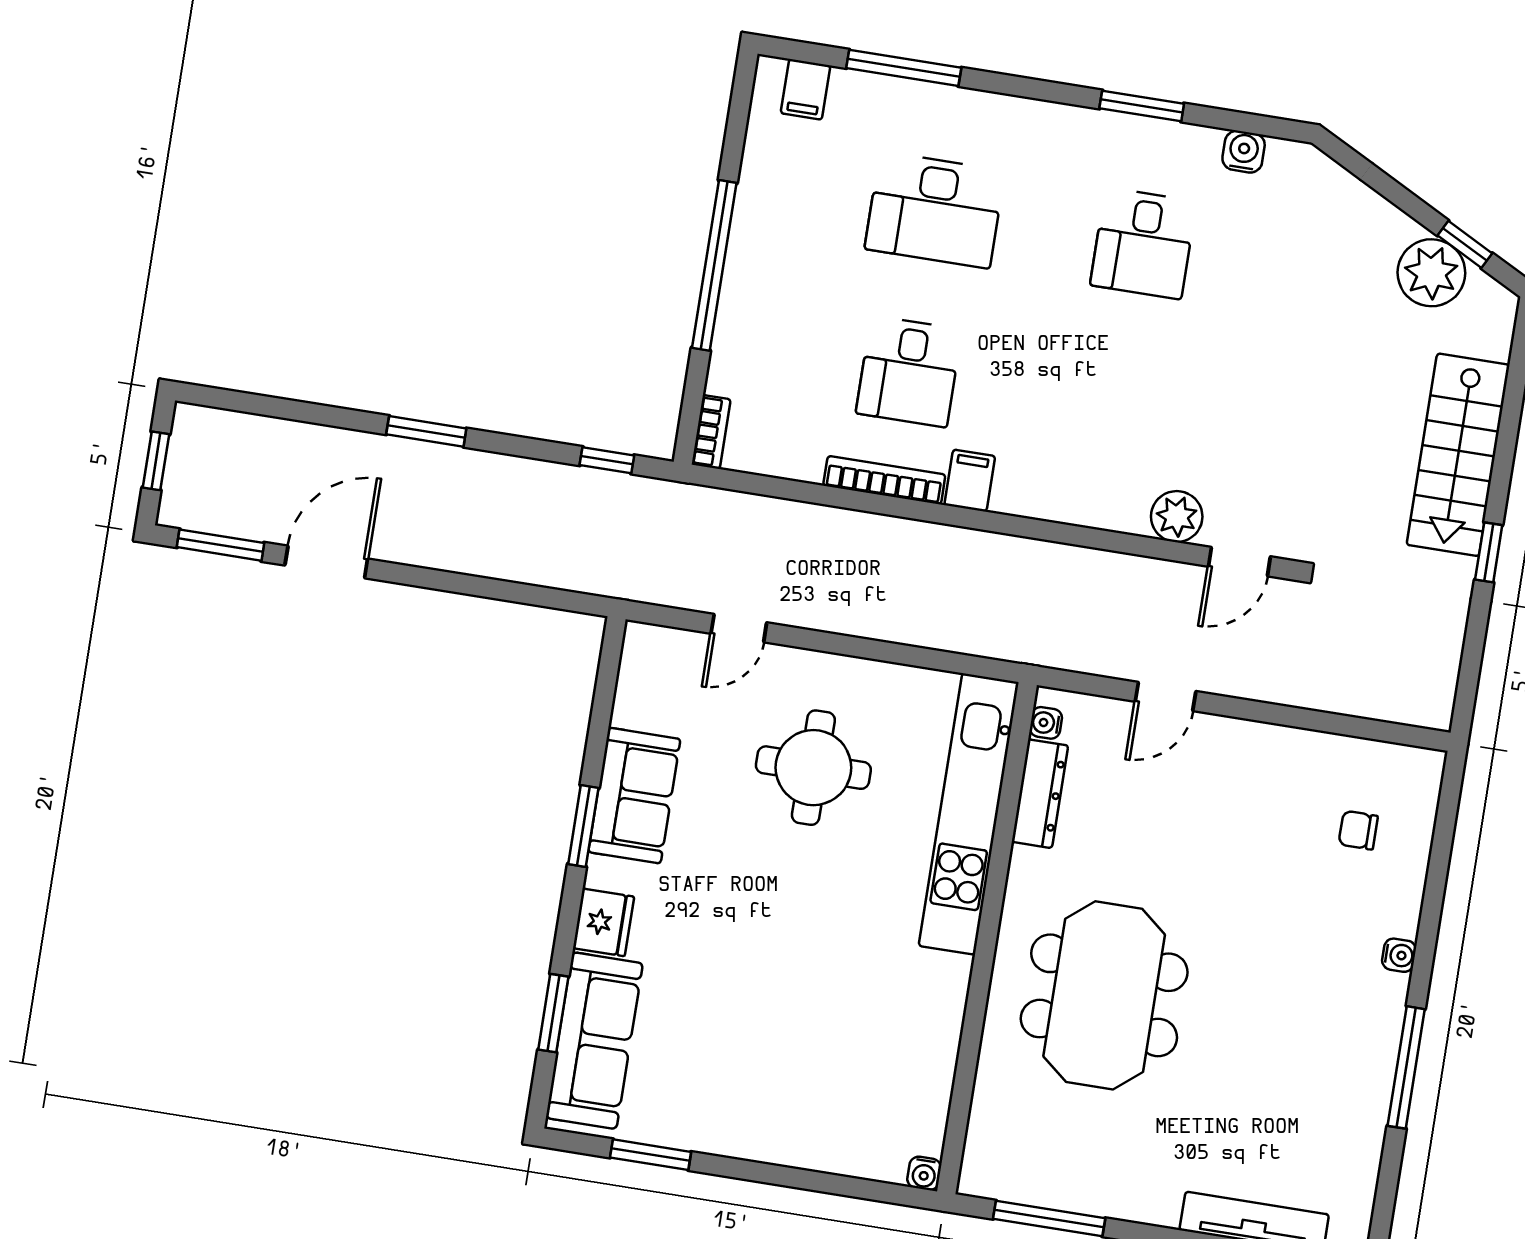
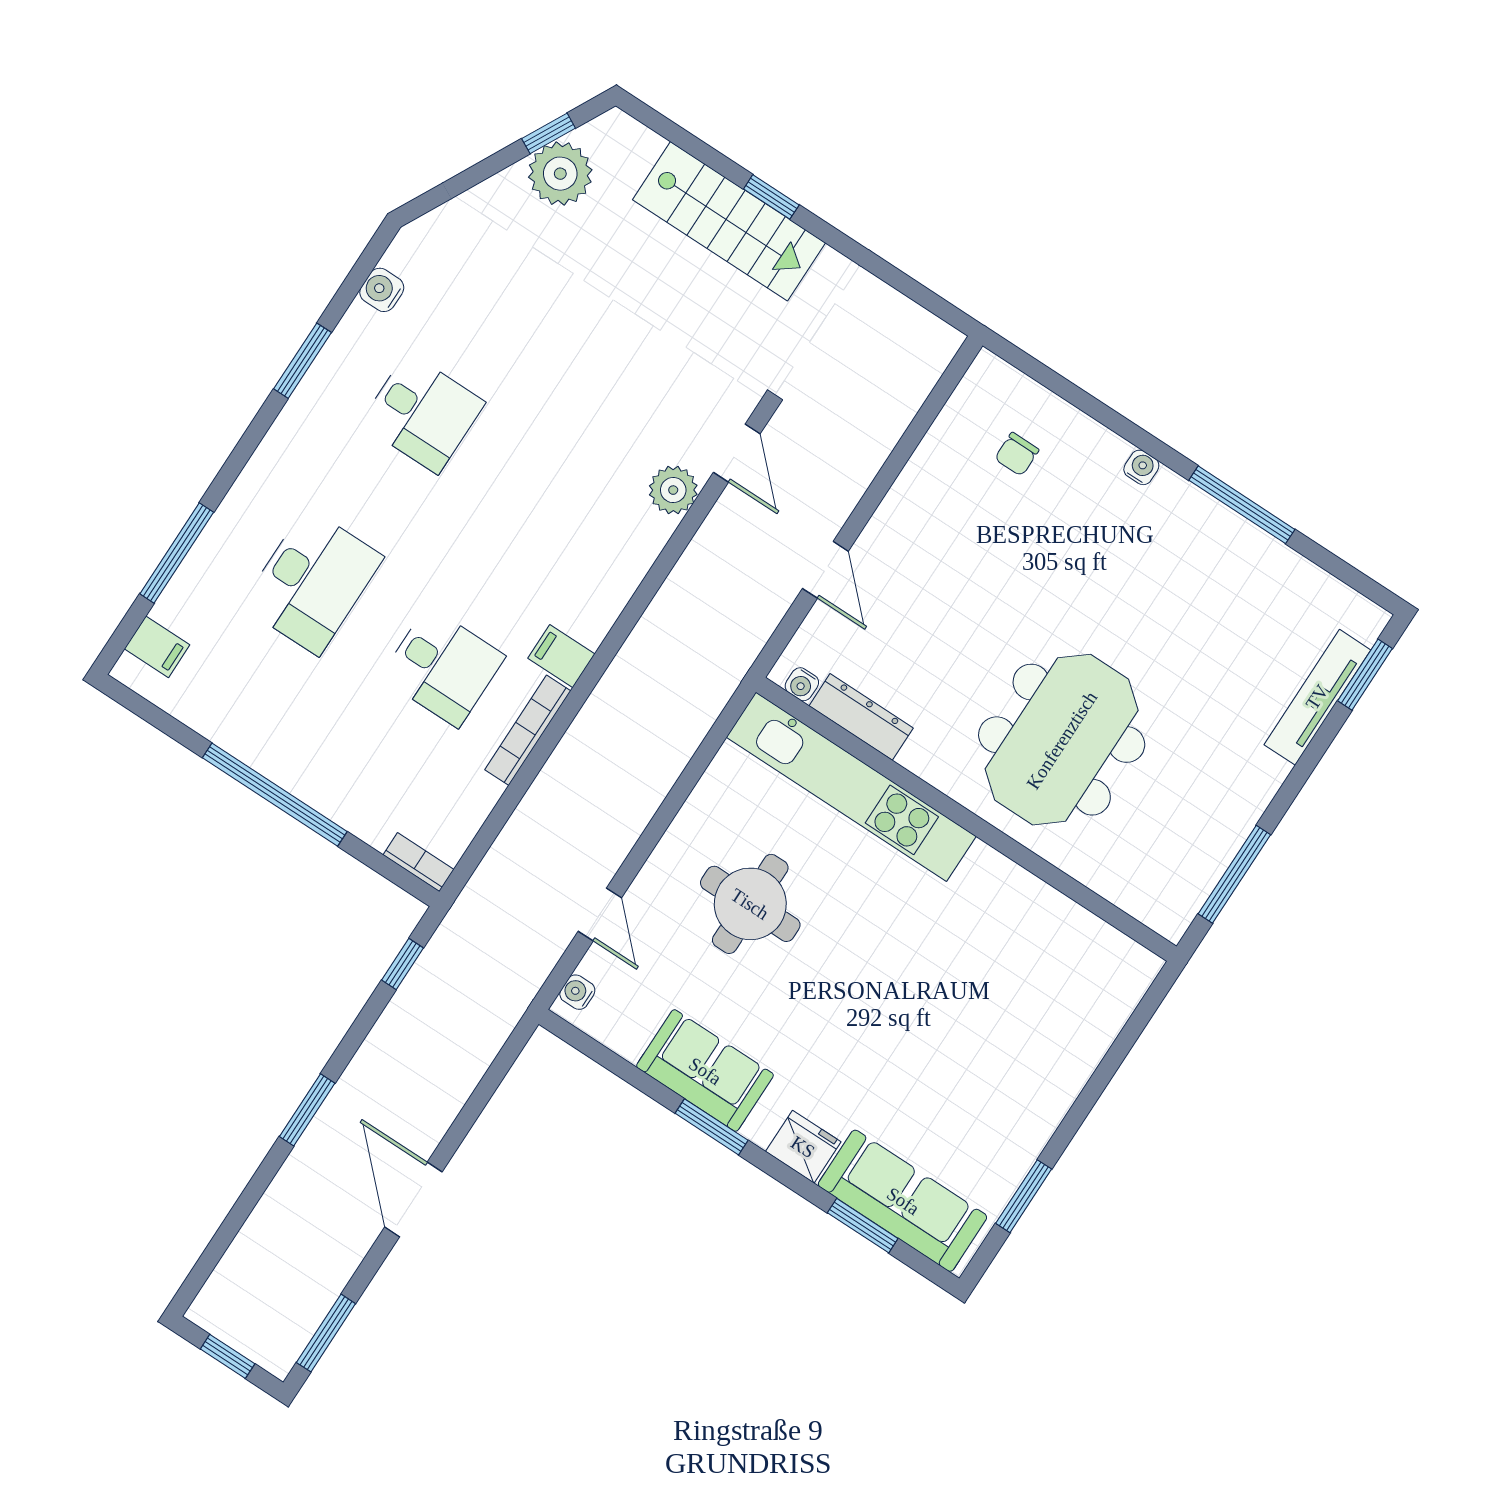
window: (1489, 552) -> (771, 197), moved
door: (326, 562) -> (413, 1199), moved
meeting table: (1104, 995) -> (1062, 740), turned 90
water cooler: (924, 1173) -> (577, 992), moved, turned 180

